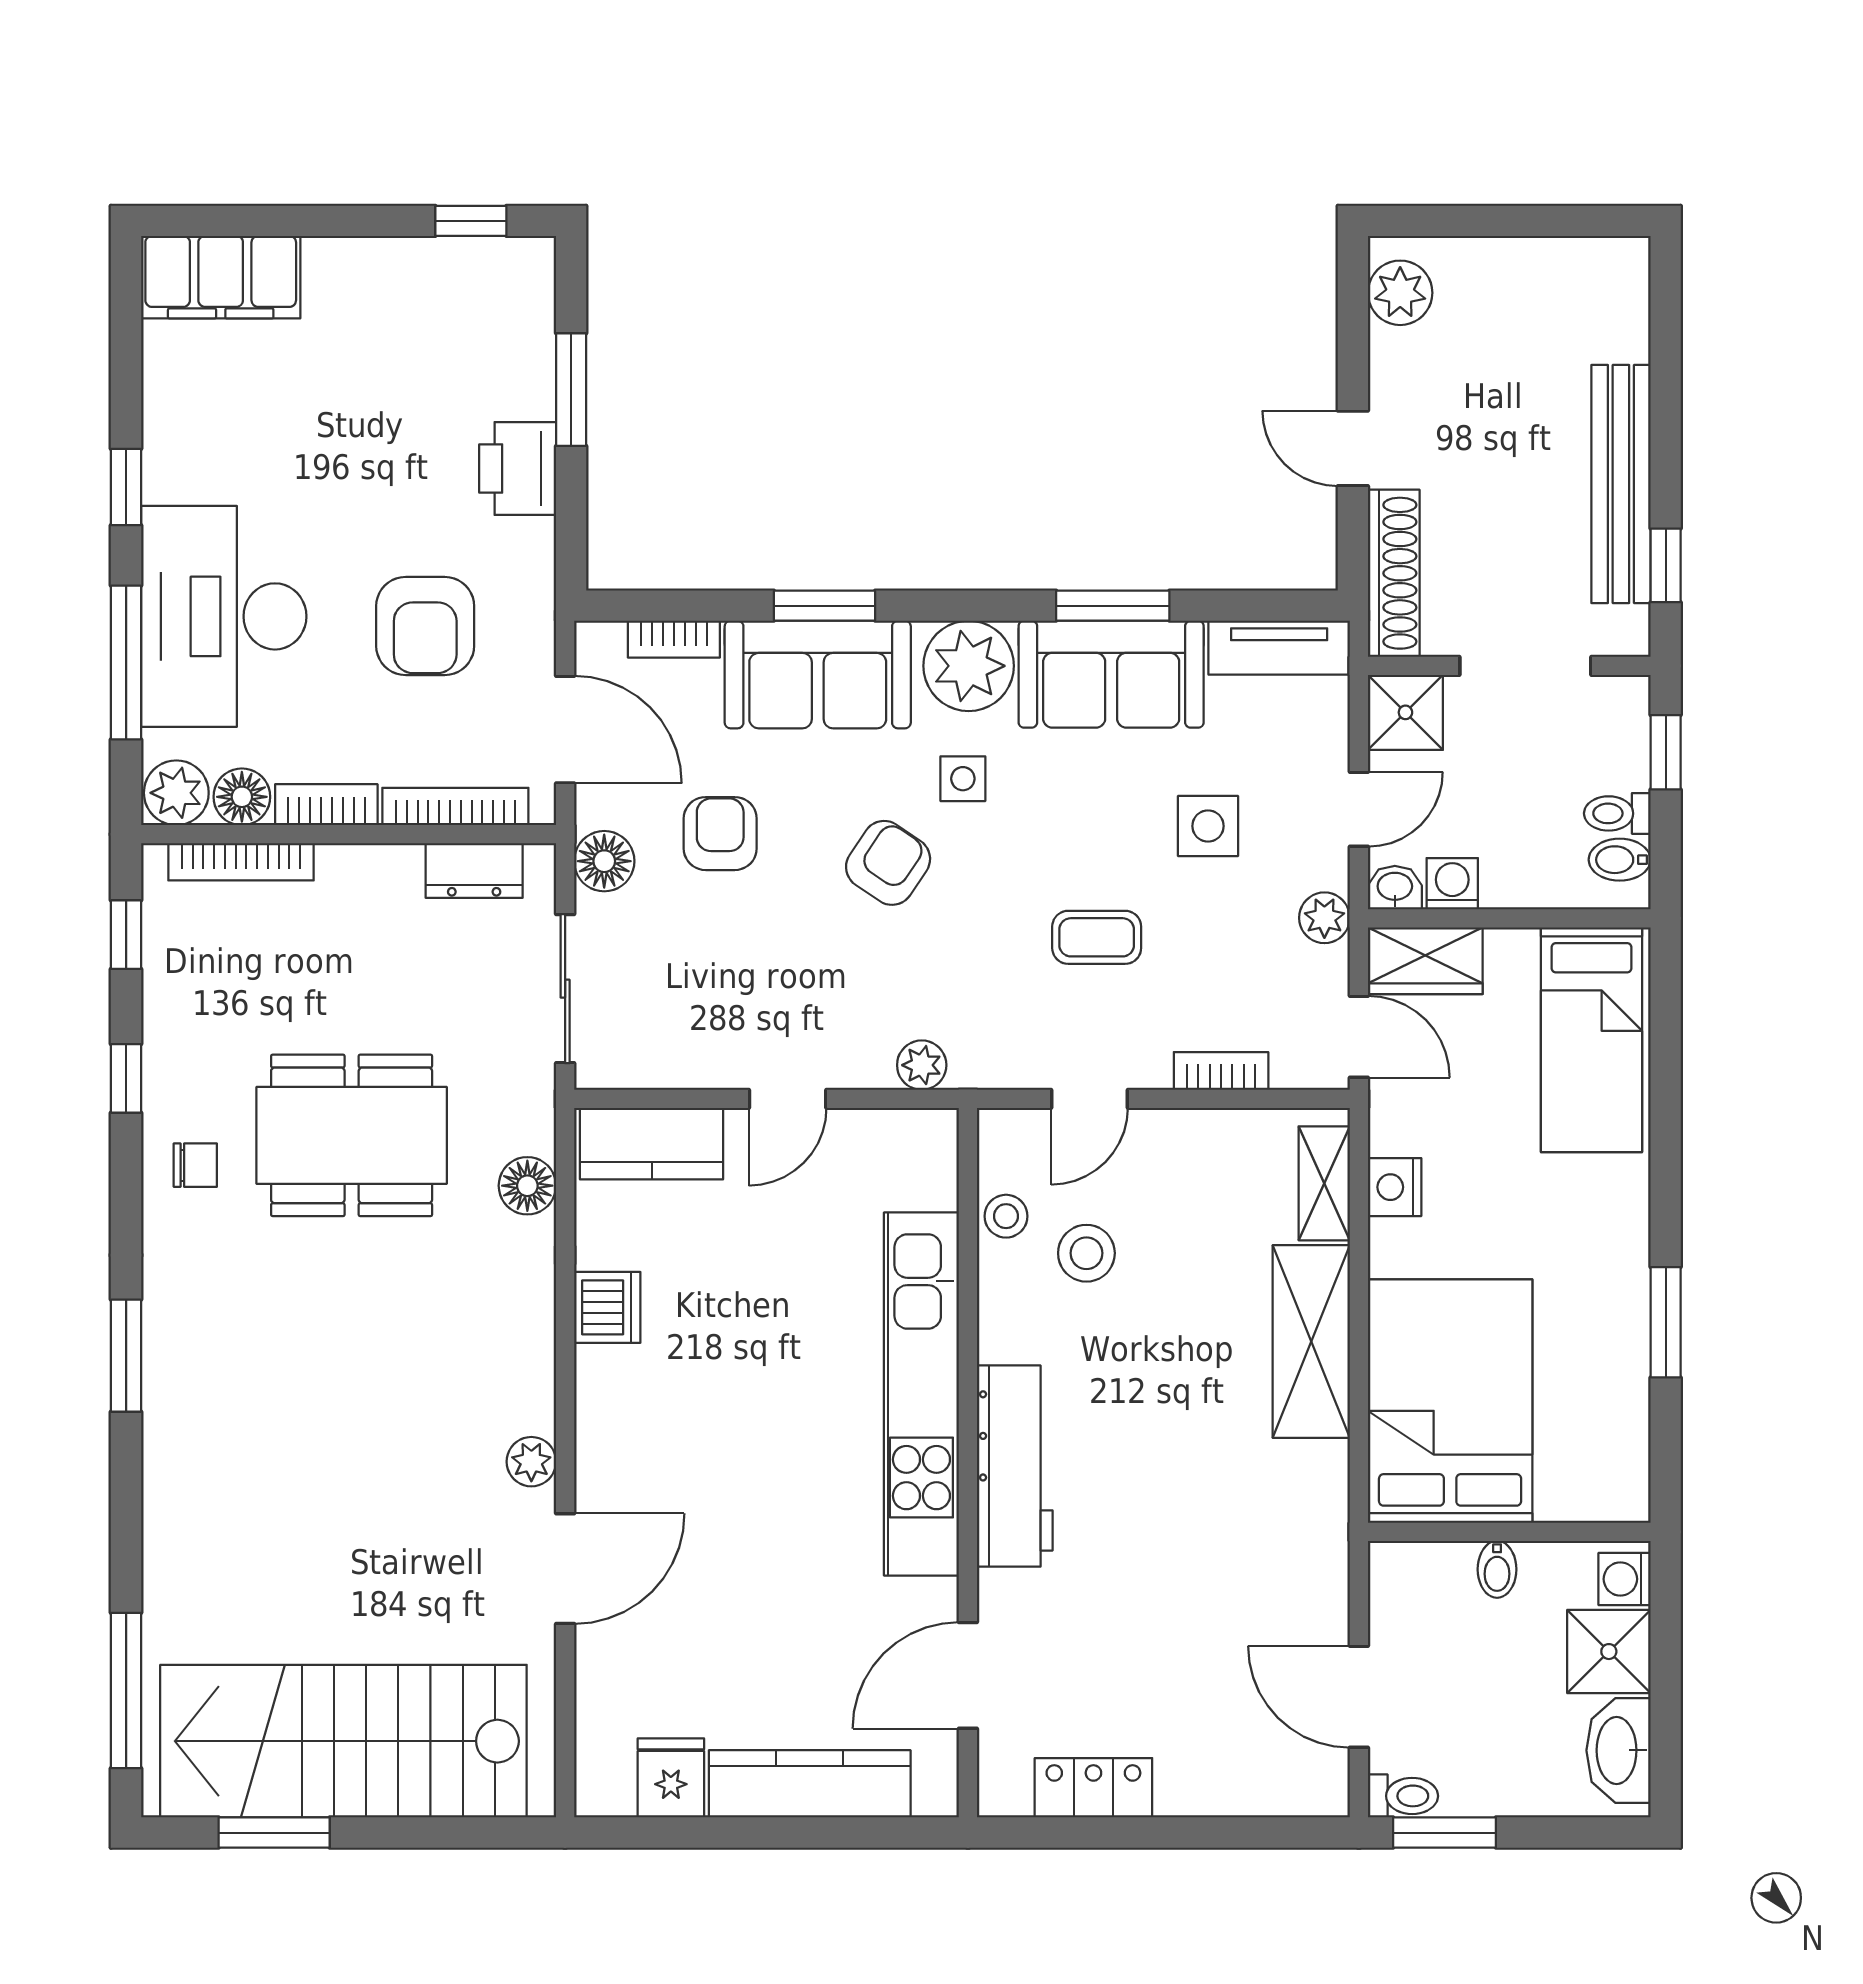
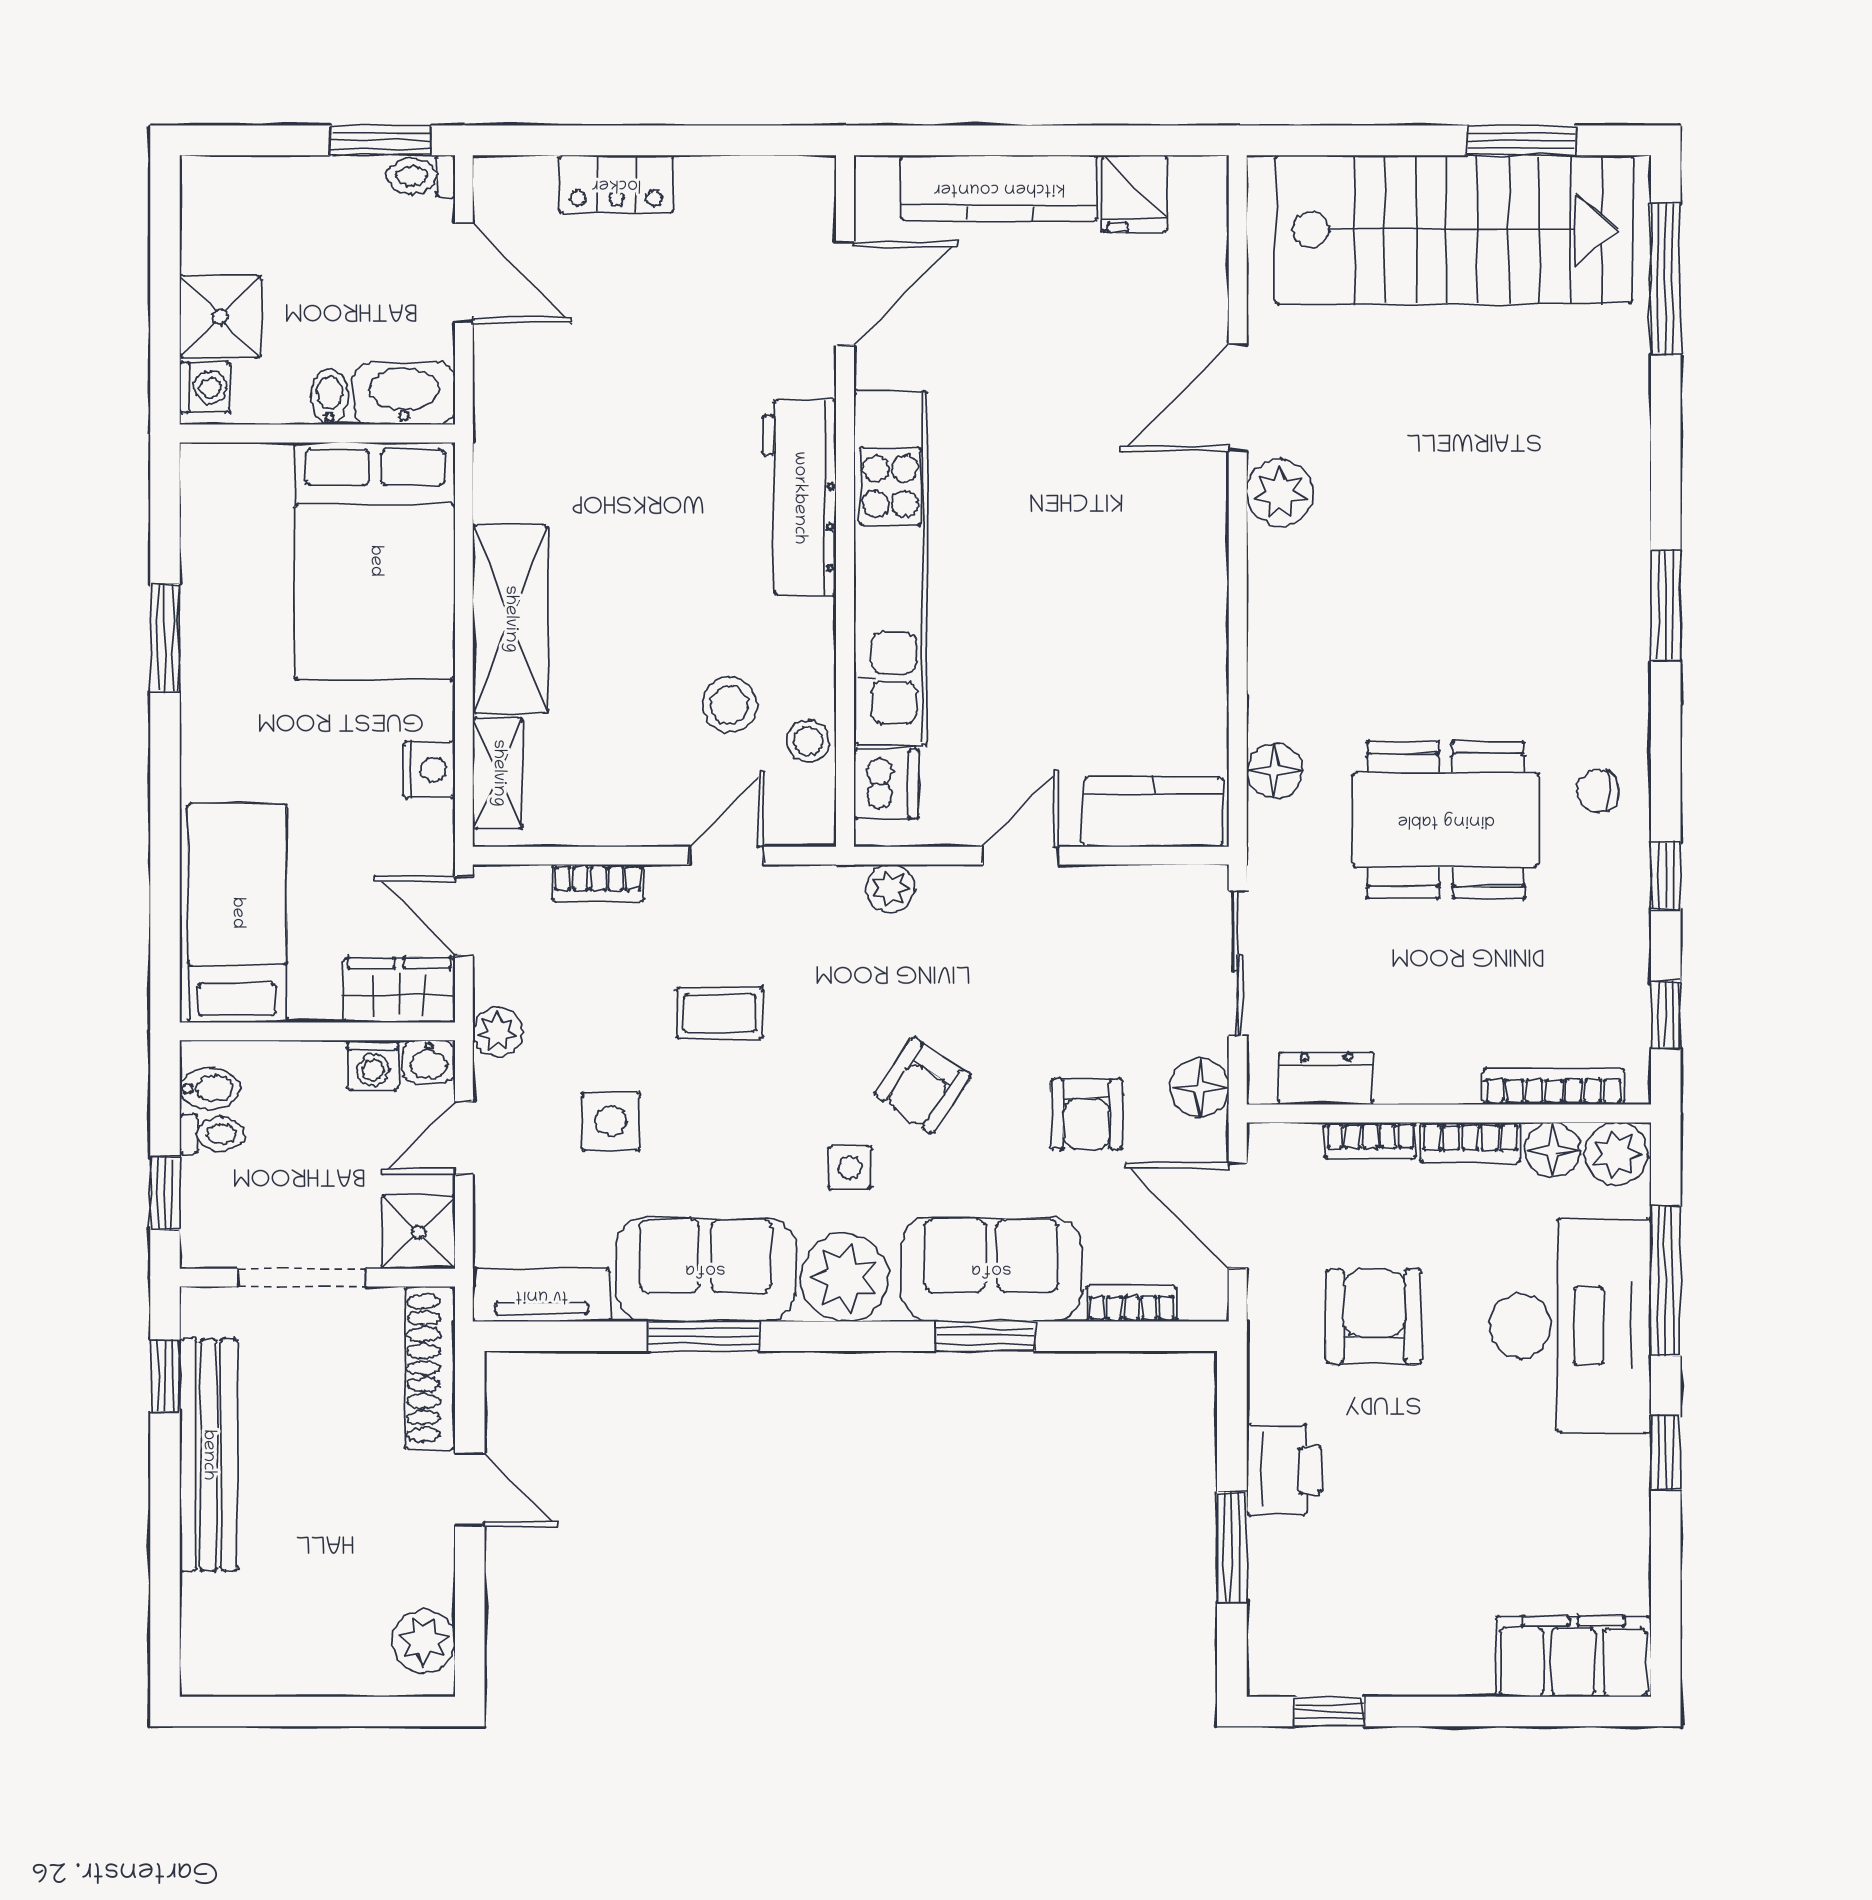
bookcase: (455, 806) -> (1370, 1141), width x0.64
dishwasher: (607, 1307) -> (886, 784), moved, turned 180
plant: (531, 1462) -> (1280, 493), width x1.38, depth x1.38
washbasin: (1618, 1750) -> (404, 393), moved, turned -90
locker: (1093, 1788) -> (616, 184), moved

